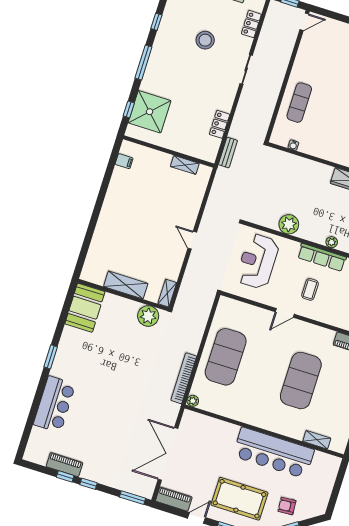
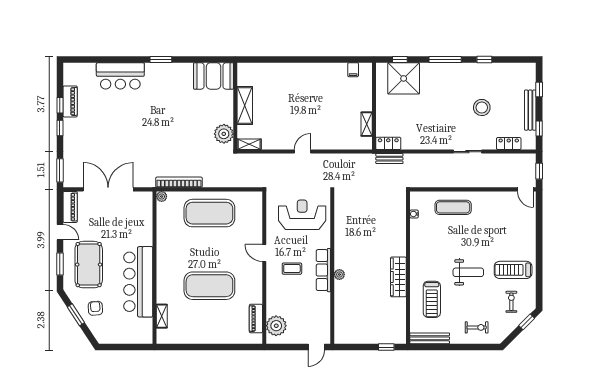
locker: (220, 124) -> (388, 143), moved
plant: (289, 224) -> (343, 232), removed

